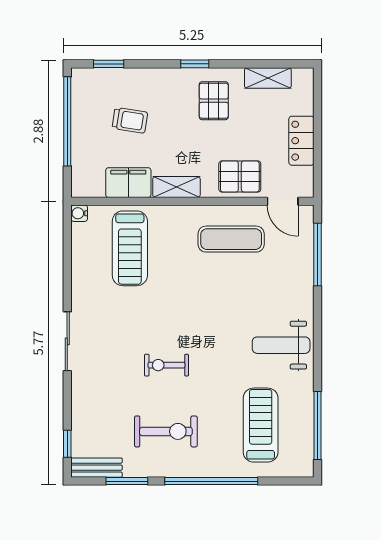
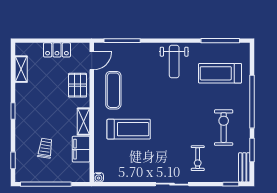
pallet: (214, 101) -> (34, 100), removed
treadmill: (130, 248) -> (129, 129), moved
exercise bike: (166, 365) -> (198, 158), moved

